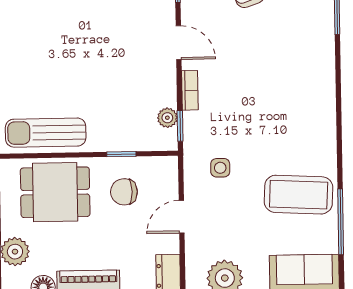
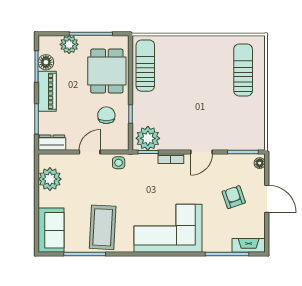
corner sofa: (298, 93) -> (168, 228), added
plant: (167, 118) -> (148, 138), width x1.88, depth x1.88
side table: (220, 168) -> (119, 163), moved
door: (182, 217) -> (90, 152), hinge flipped

